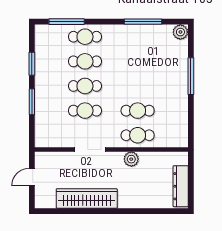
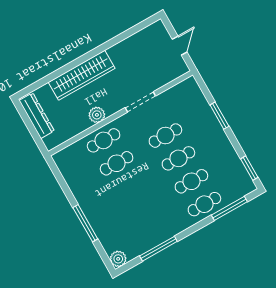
window: (32, 64) -> (249, 168), moved
wardrobe: (87, 198) -> (82, 75), moved

